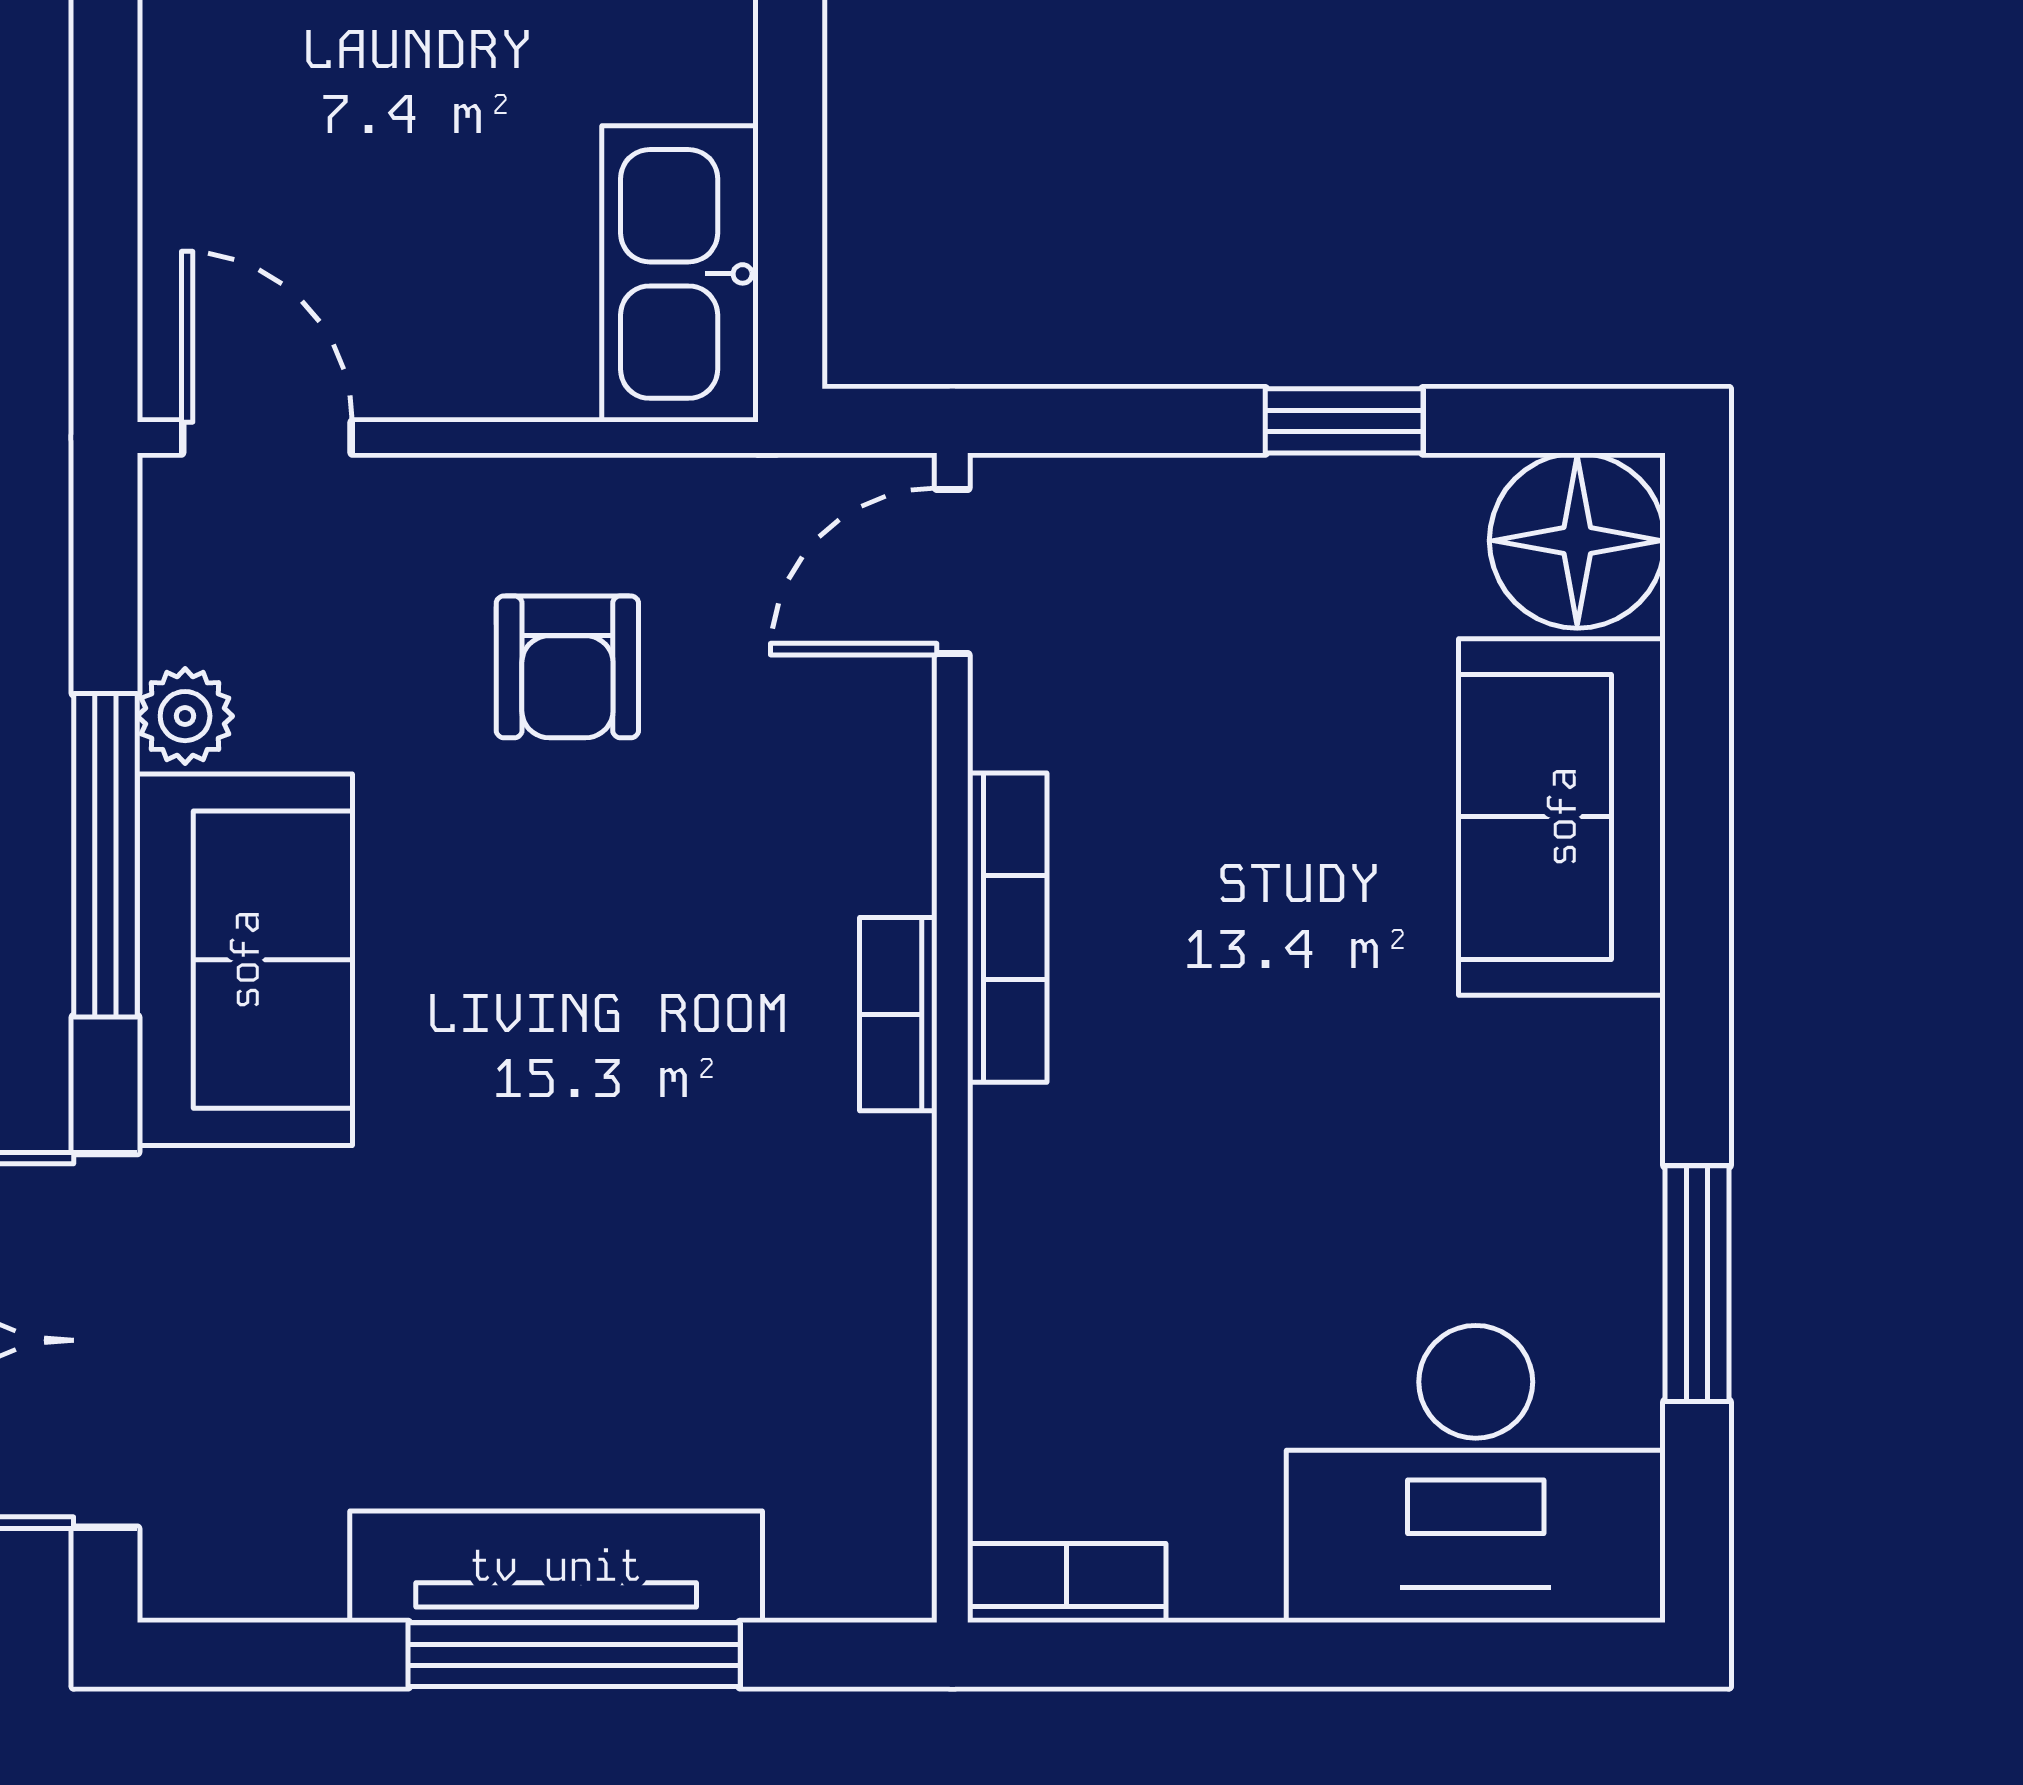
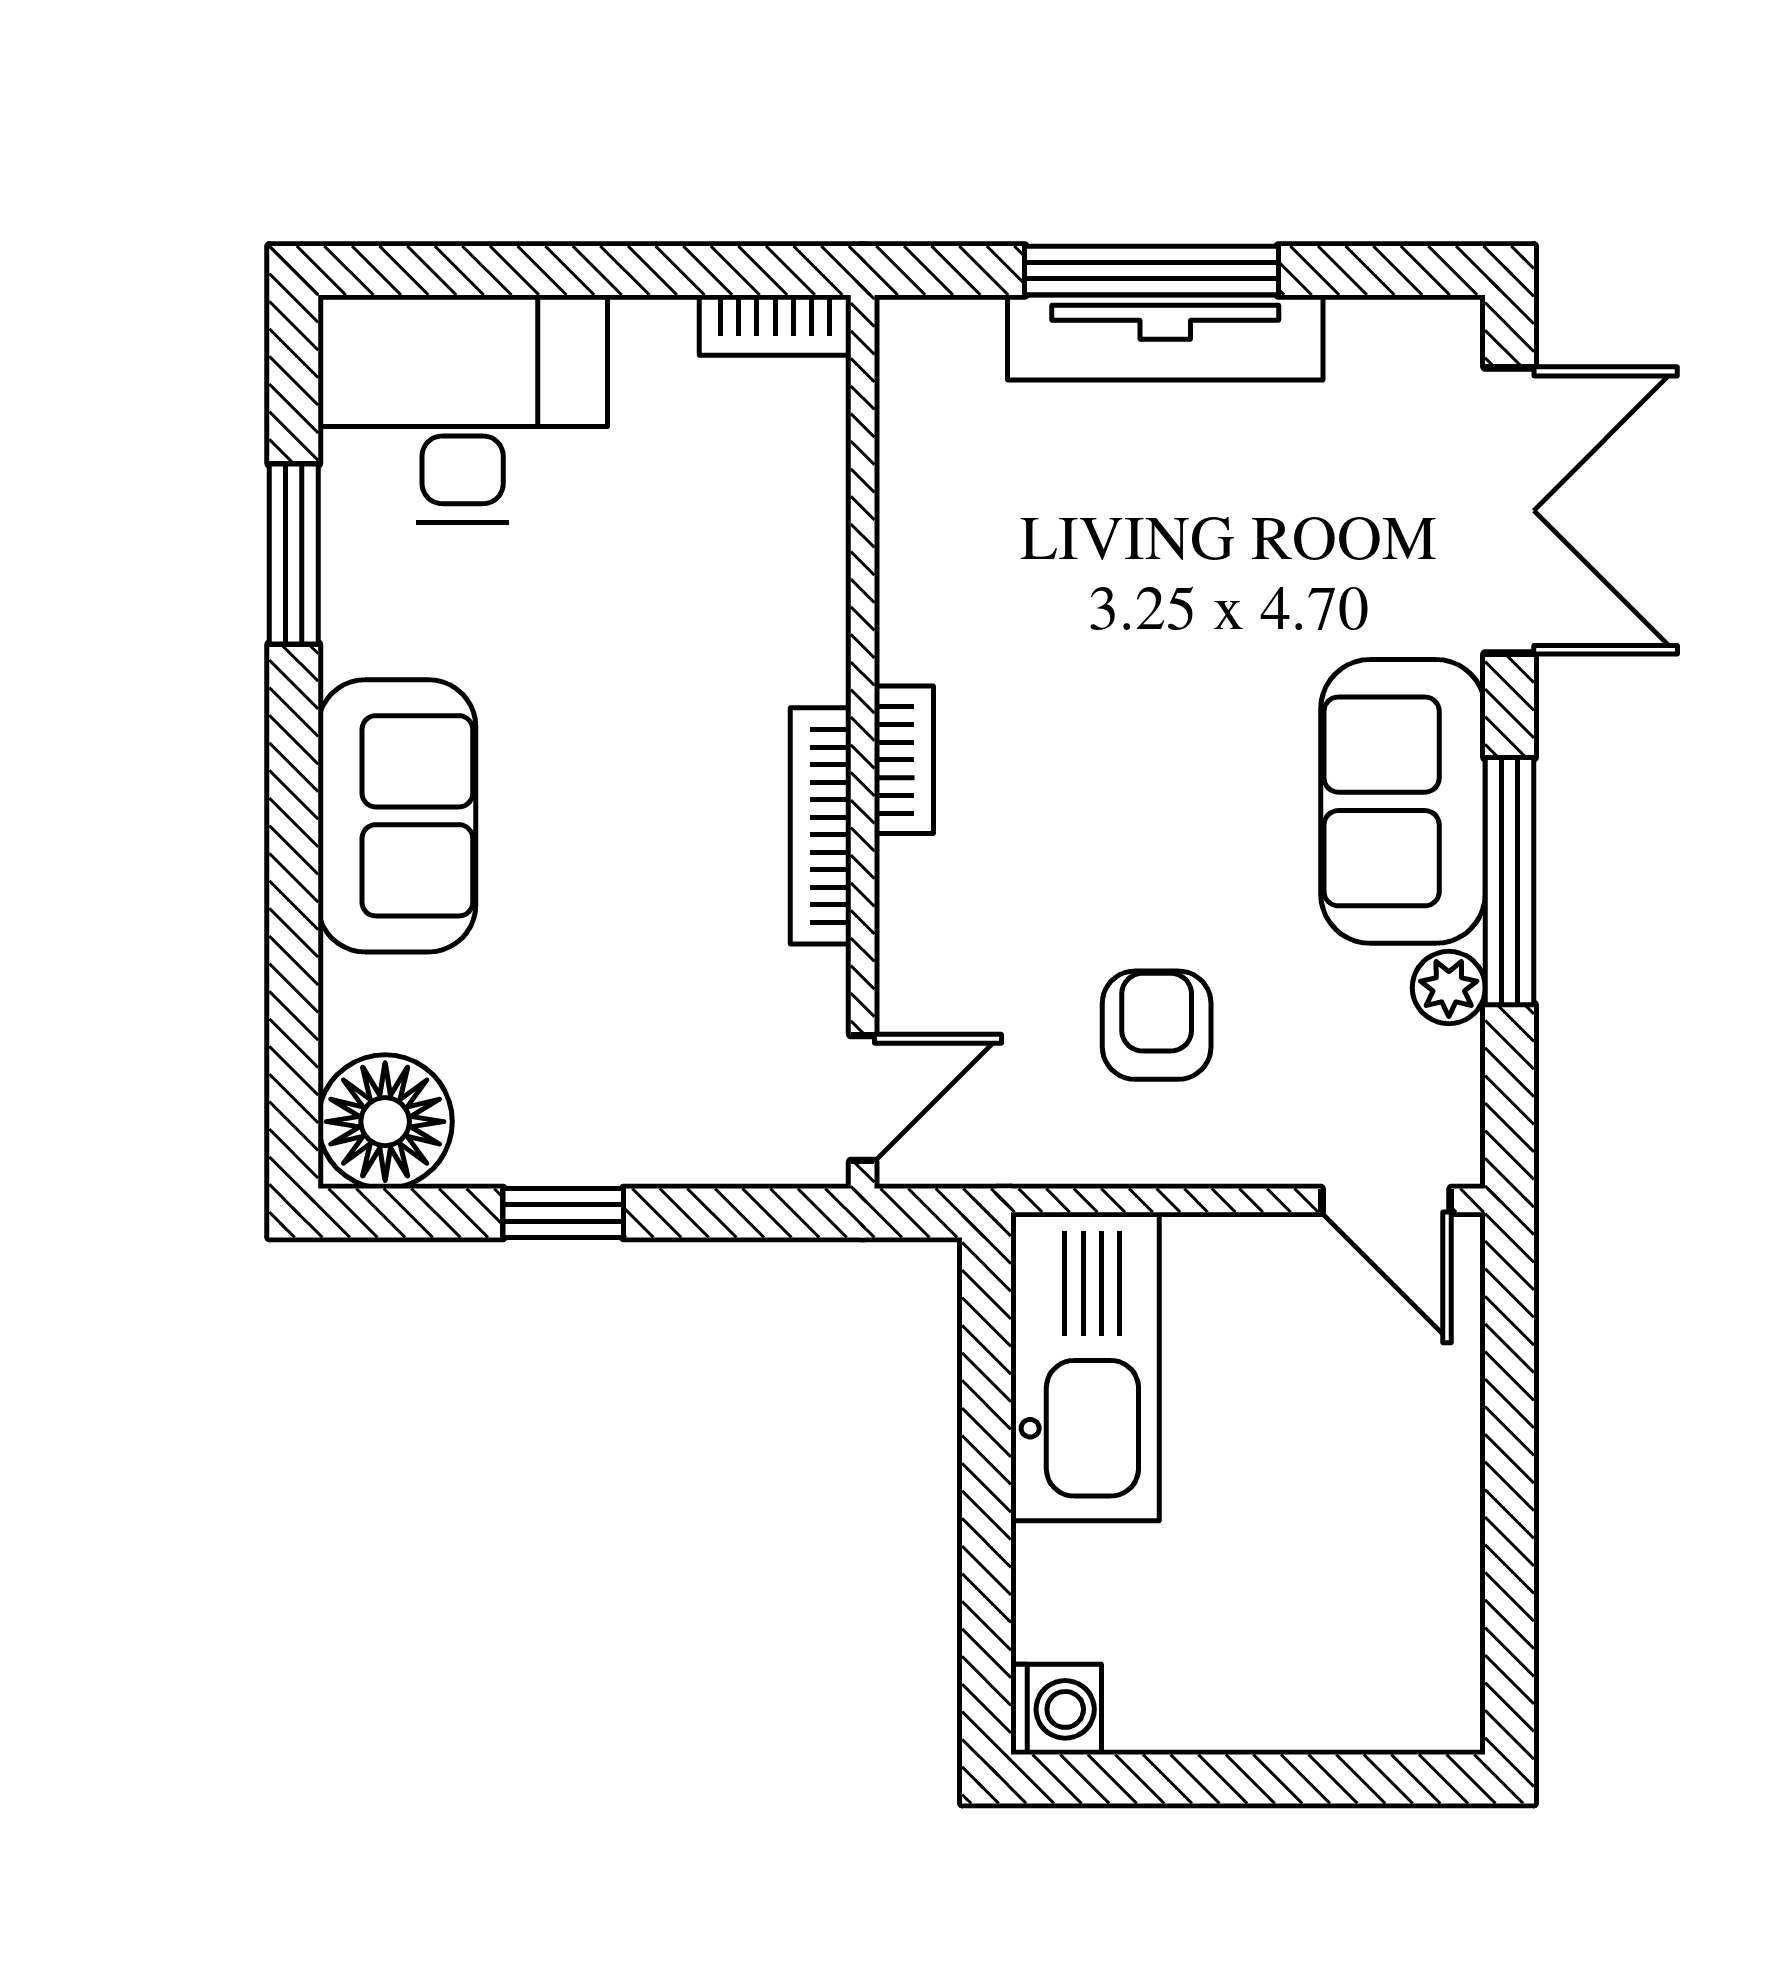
kitchen sink: (680, 274) -> (1085, 1366), width x1.36, depth x1.24
sofa: (1562, 817) -> (397, 816), moved

